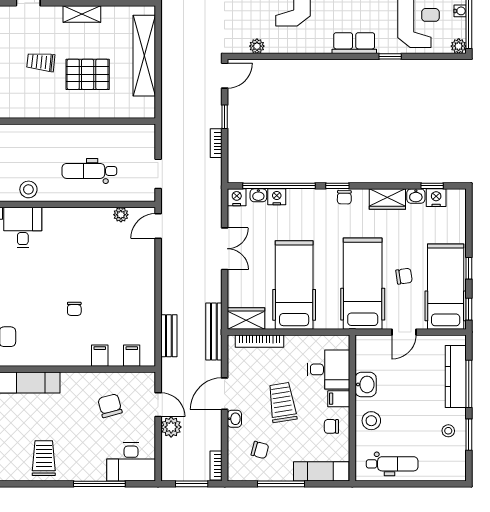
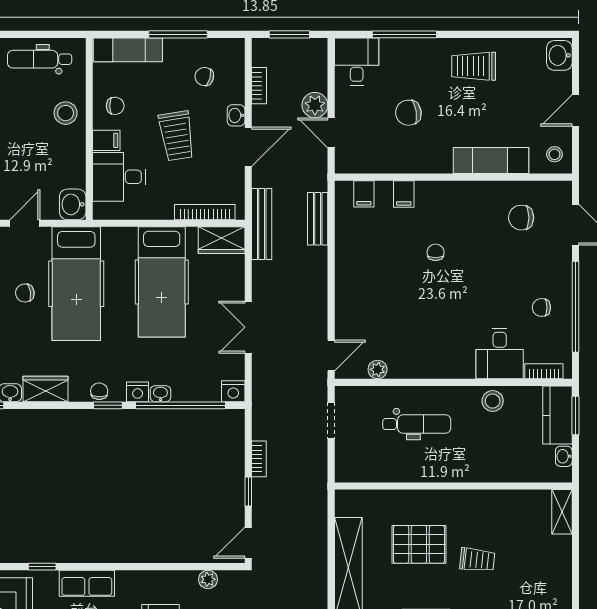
washbasin: (258, 195) -> (160, 394), moved
nightstand: (277, 197) -> (138, 392), moved
washbasin: (366, 384) -> (73, 204), moved
chair: (110, 406) -> (408, 113), moved, turned 96
trolley: (44, 458) -> (474, 66), turned 90
desk: (131, 462) -> (357, 61), width x0.73
bookcase: (216, 465) -> (259, 86), moved

